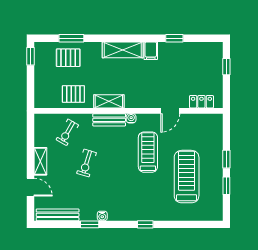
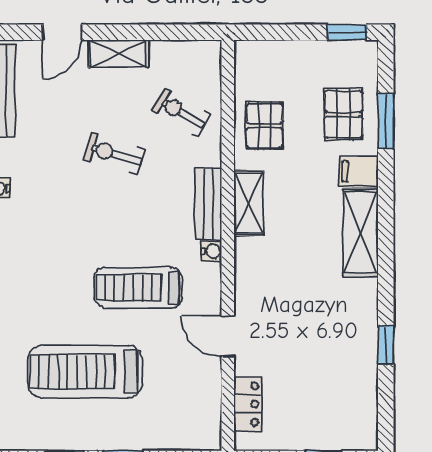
filing cabinet: (151, 51) -> (359, 172), moved
treadmill: (148, 152) -> (138, 288), turned 180
treadmill: (187, 177) -> (85, 372), turned 180

